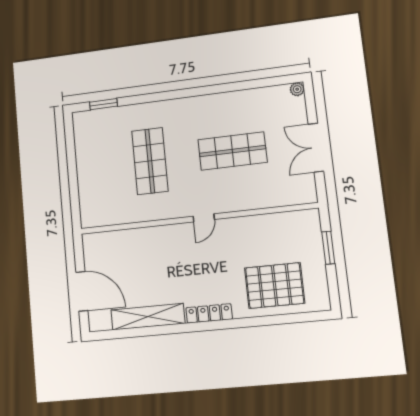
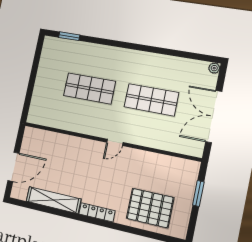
double door: (316, 148) -> (214, 117), width x1.36
shop shelf: (150, 161) -> (89, 88), turned 90
door: (82, 291) -> (13, 167), hinge flipped

